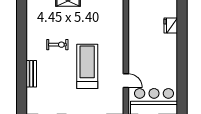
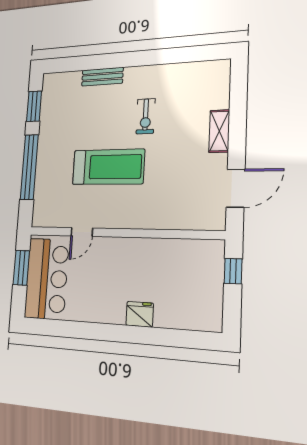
fridge: (171, 26) -> (140, 314), moved

